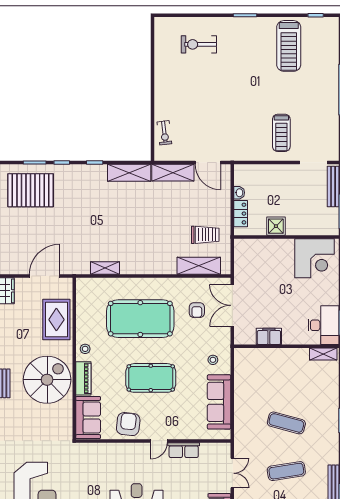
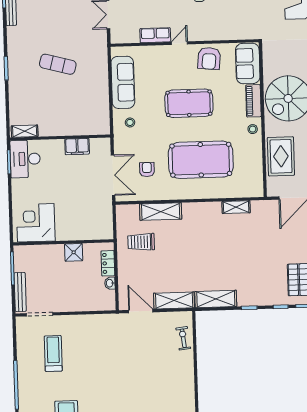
treadmill: (281, 133) -> (53, 353), moved
shelving: (199, 266) -> (161, 212), moved
exercise mat: (286, 471) -> (56, 18), removed

